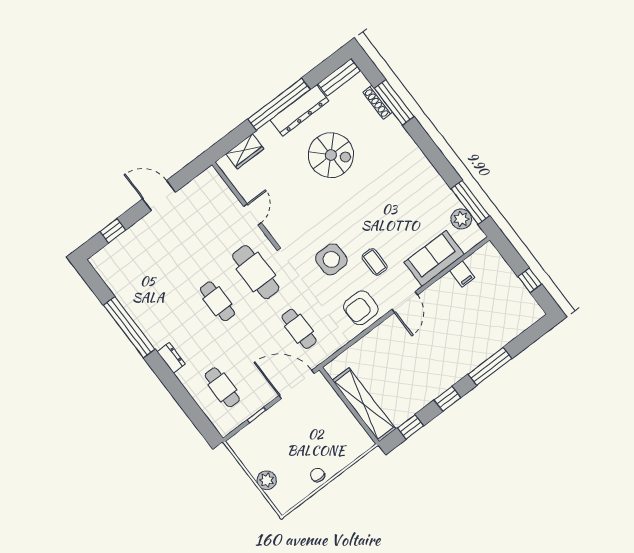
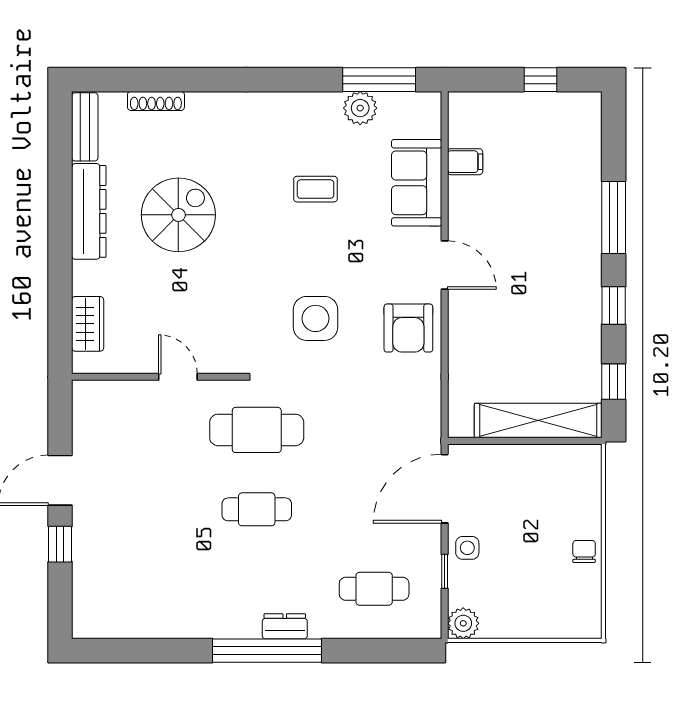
window: (394, 102) -> (173, 80), removed
window: (279, 104) -> (60, 232), removed
plant: (461, 219) -> (360, 108), moved
window: (113, 231) -> (60, 544), moved
coffee table: (375, 262) -> (316, 189), moved
window: (129, 327) -> (267, 651), moved
cafe table: (299, 329) -> (374, 430), removed
side table: (276, 417) -> (467, 548), added
chair: (318, 475) -> (584, 551), turned 90
plant: (267, 480) -> (463, 623), moved

